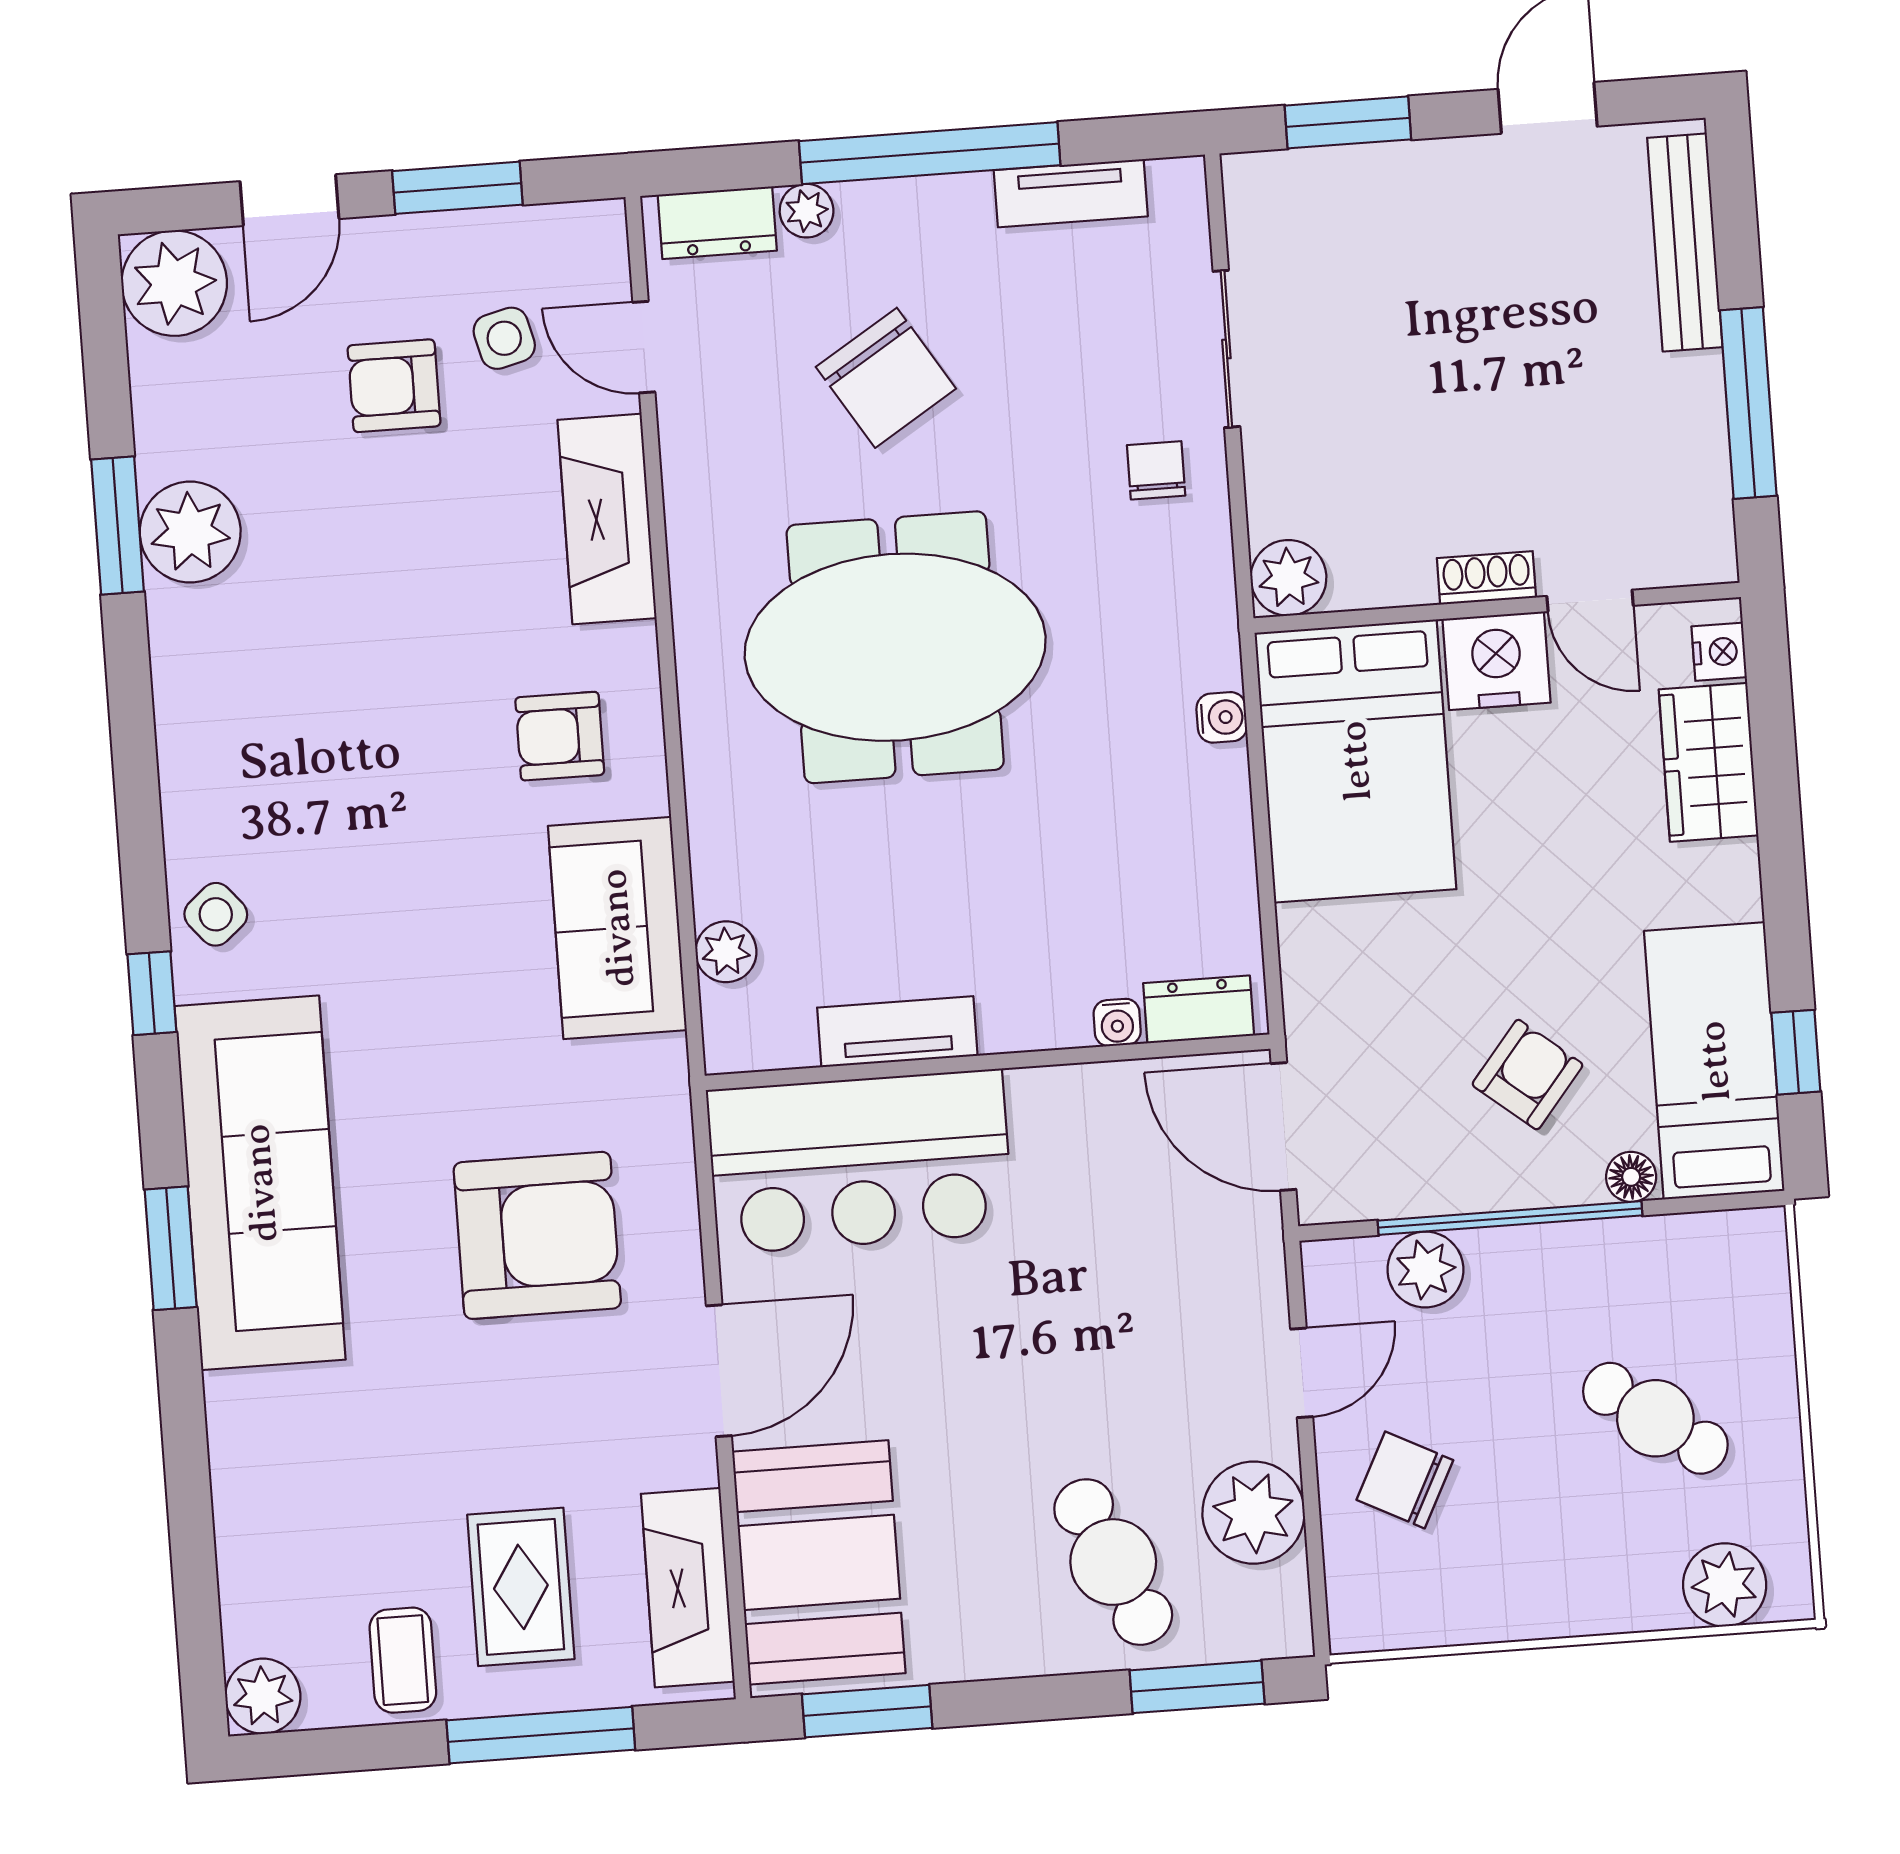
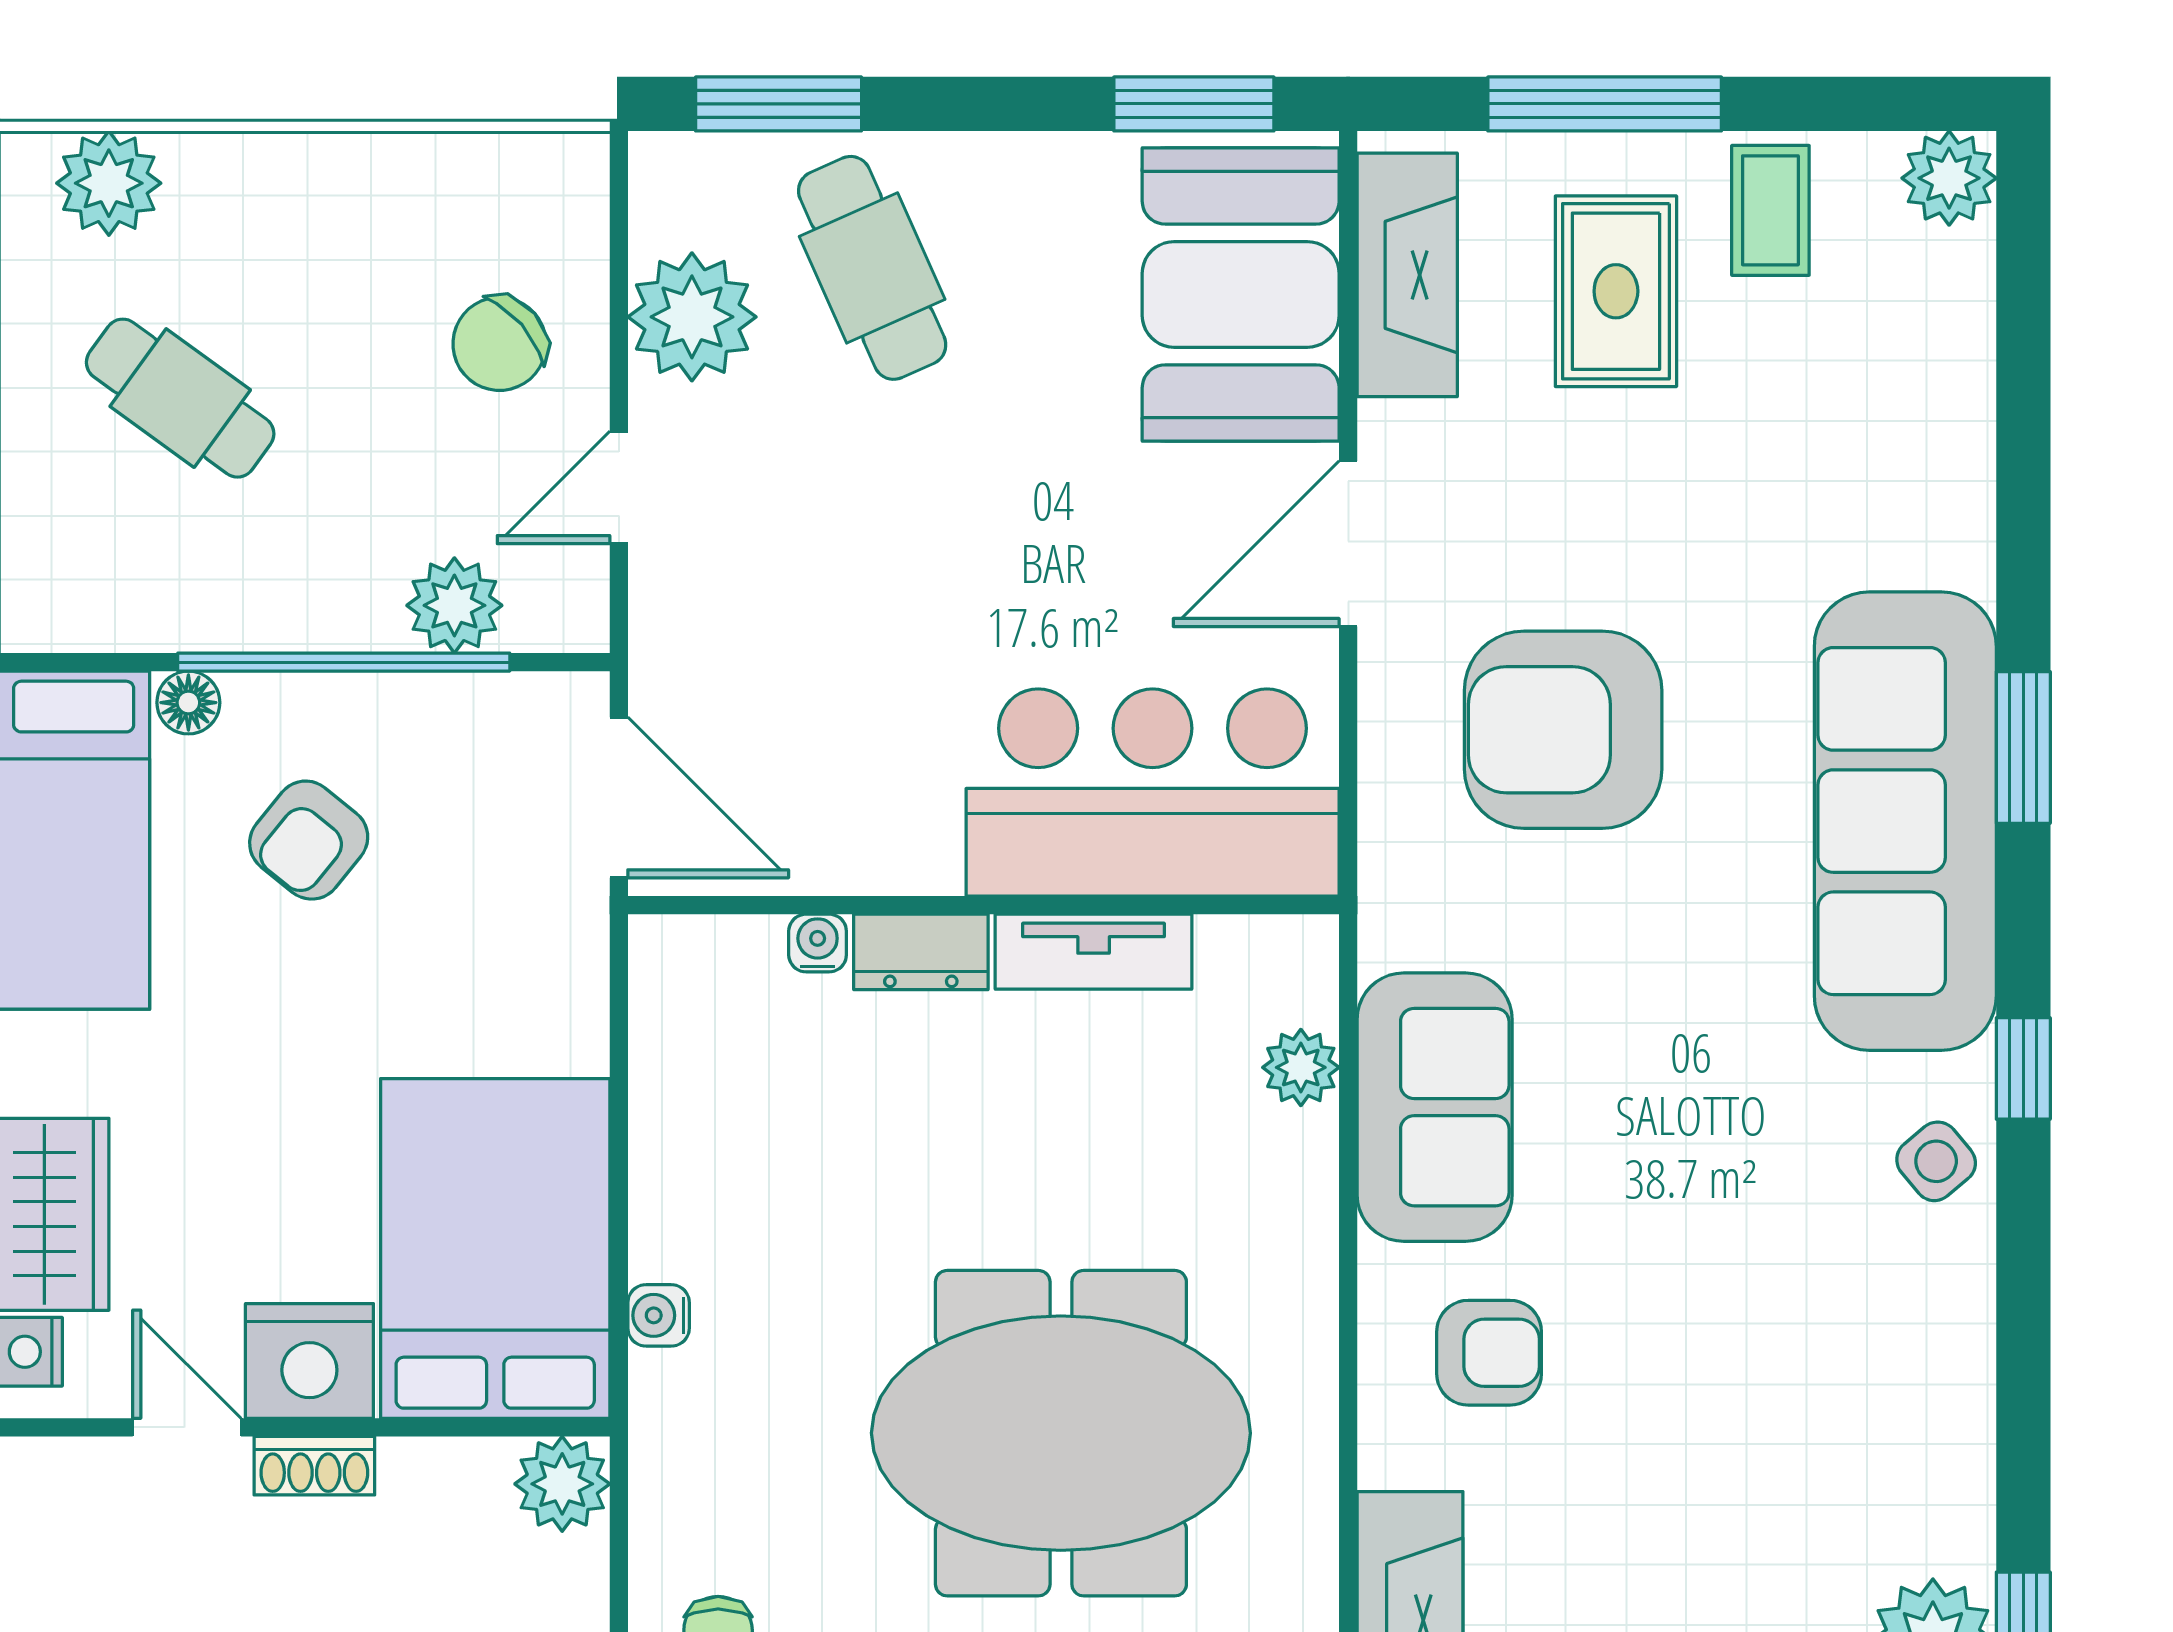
dresser: (1199, 1009) -> (921, 952), moved
chair: (1405, 1480) -> (499, 344), turned 112

